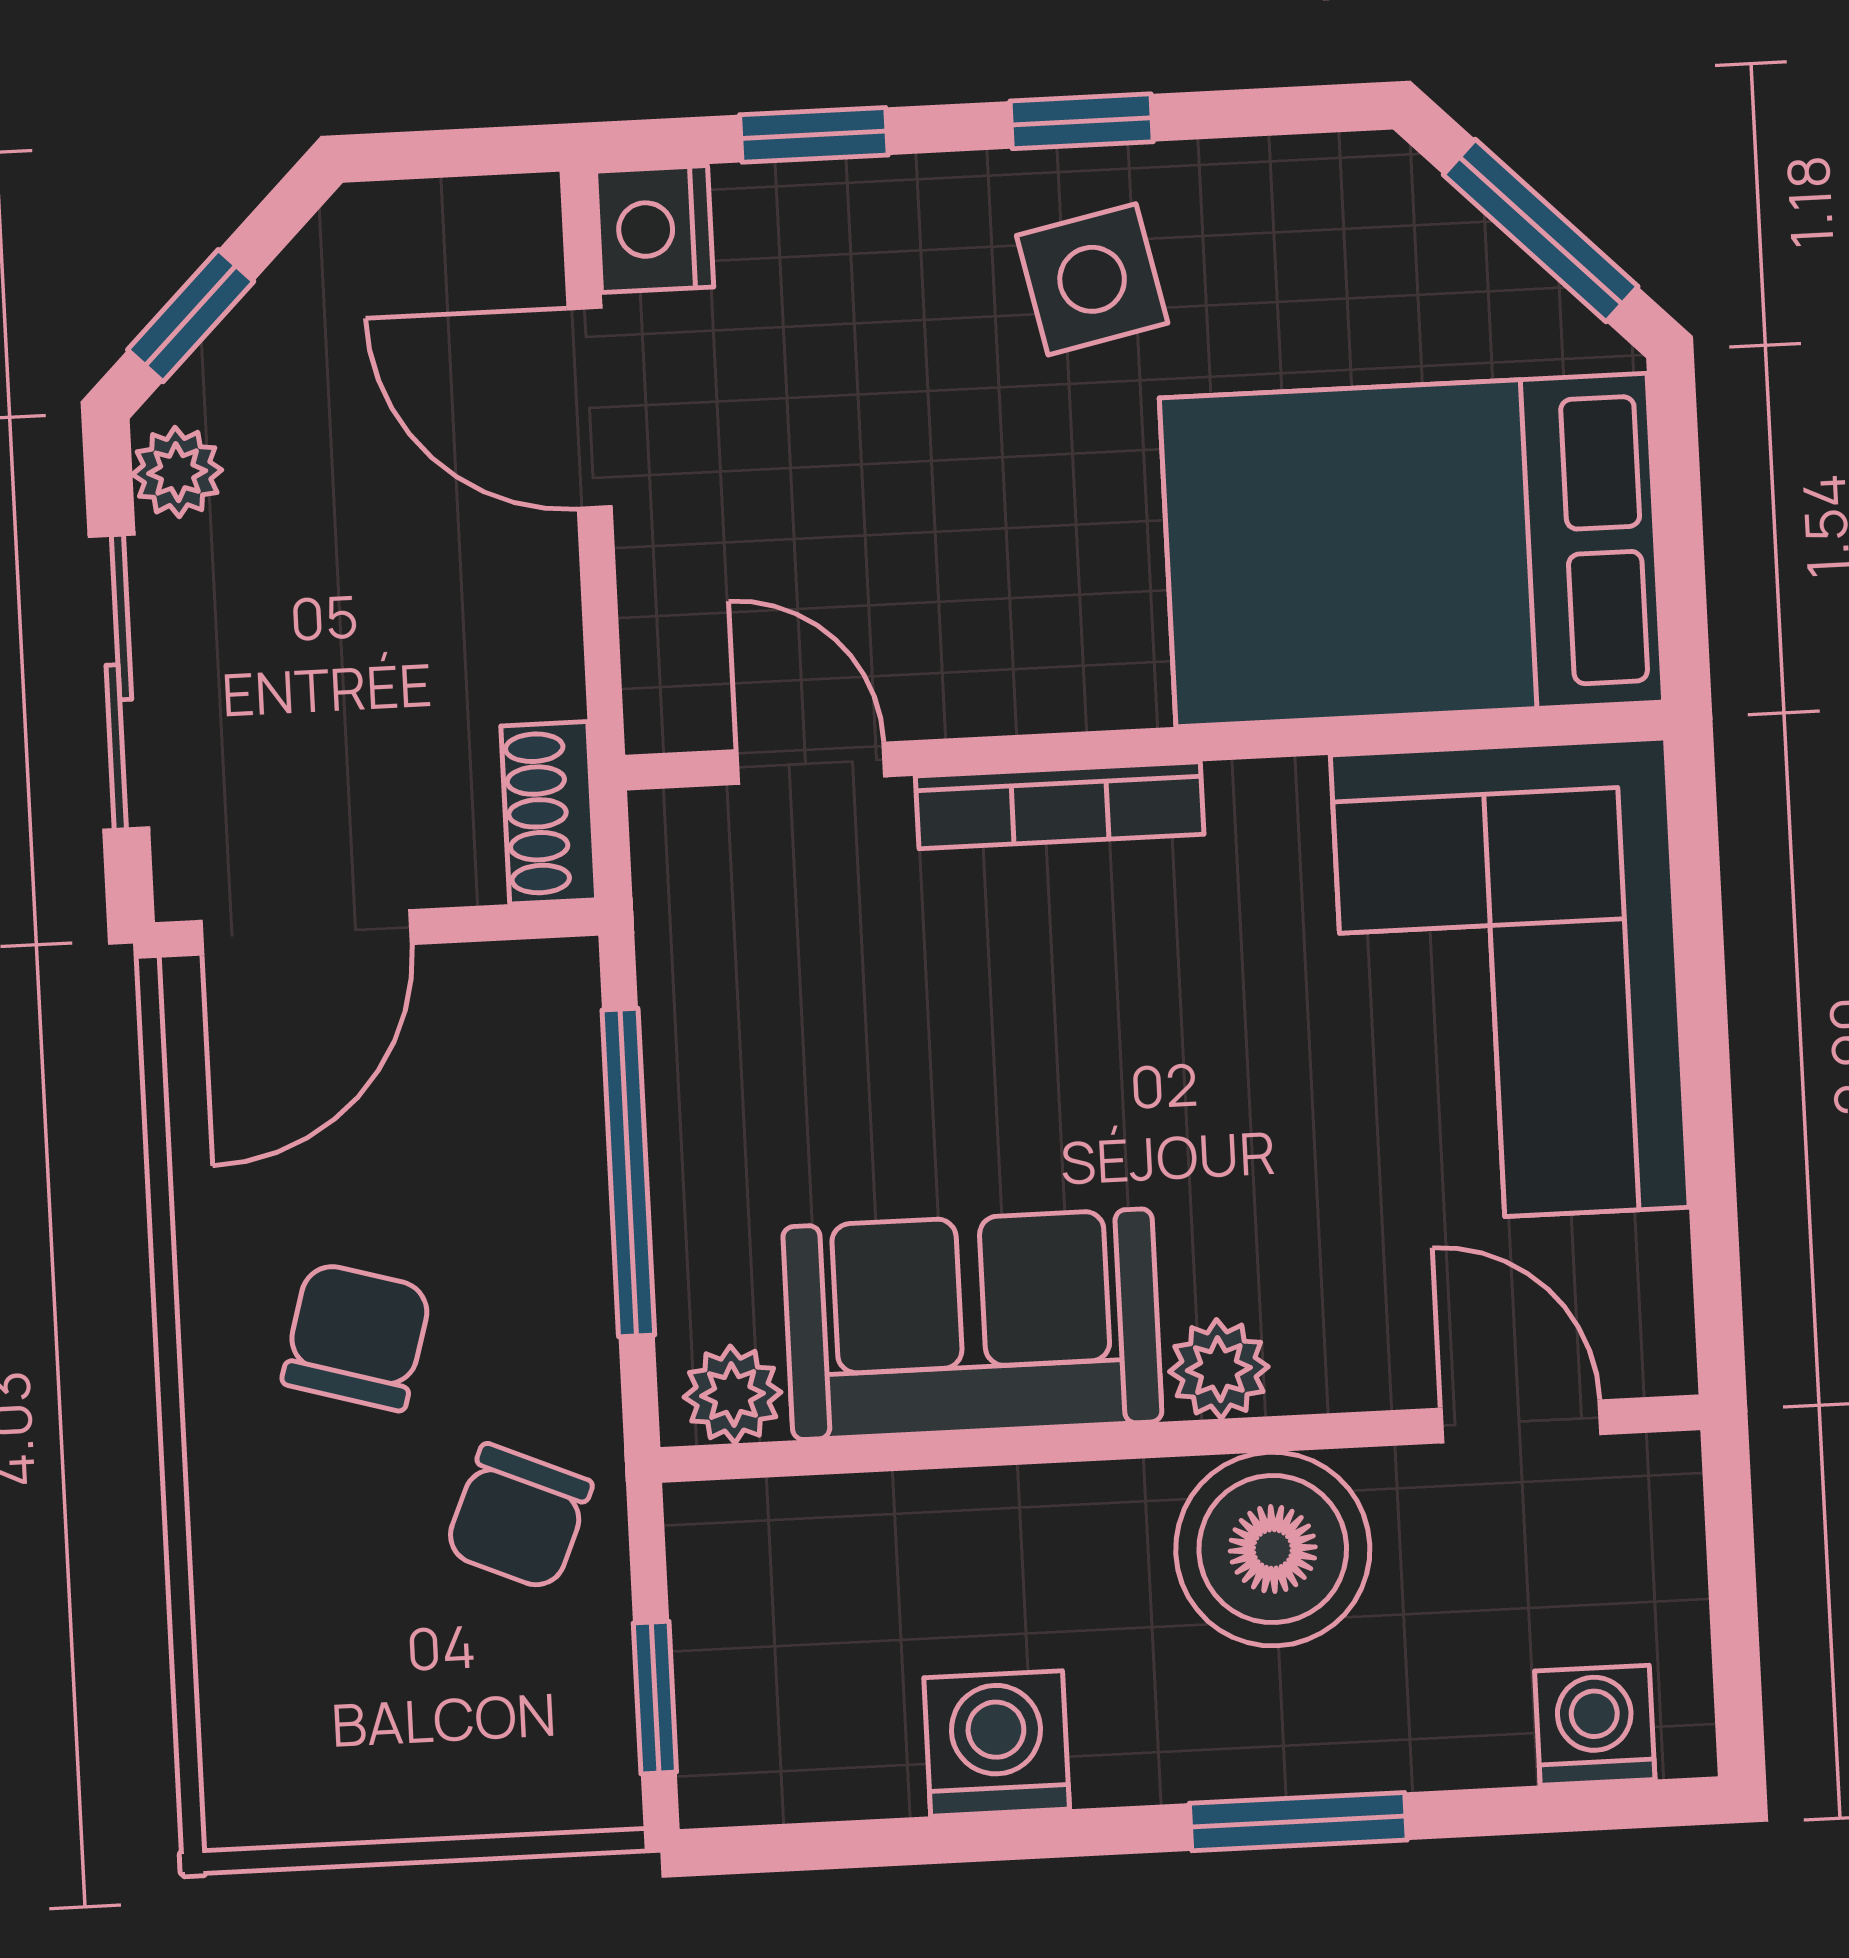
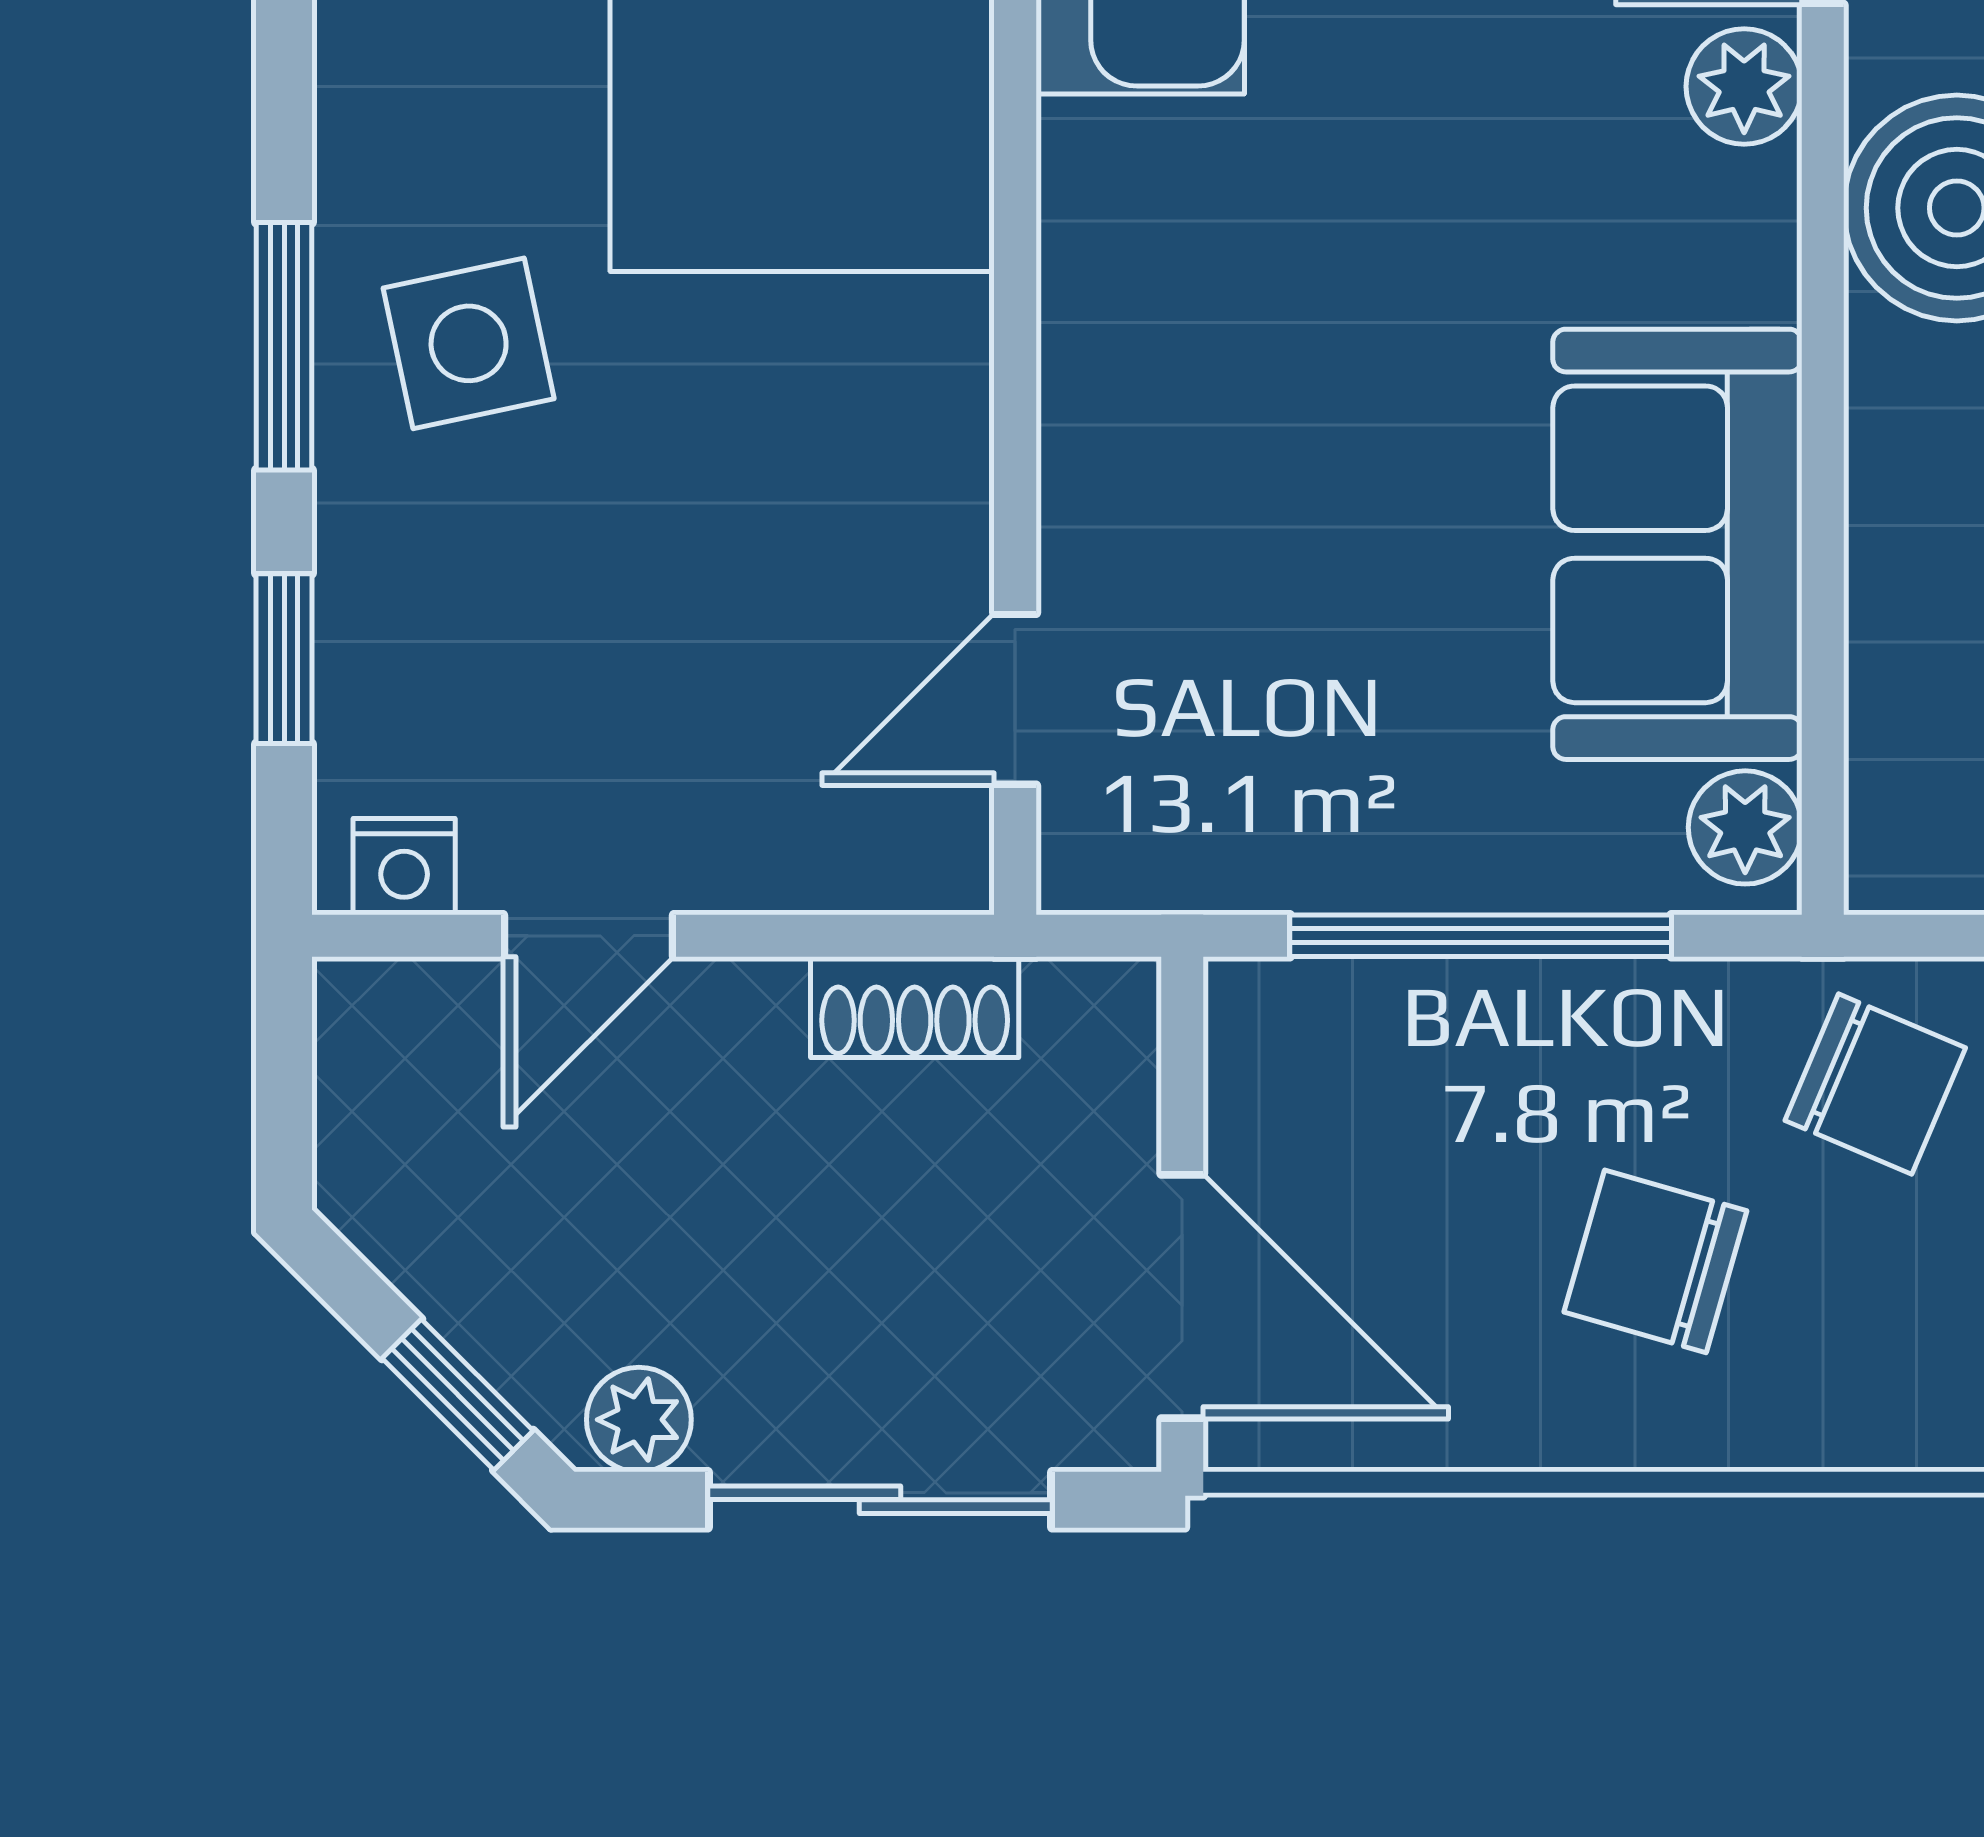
window: (1082, 121) -> (284, 346), width x1.50
nightstand: (655, 229) -> (404, 867), width x0.72, depth x0.74
door: (590, 408) -> (588, 936), width x0.73
bookcase: (1060, 805) -> (1079, 412), removed
shoe rack: (549, 813) -> (915, 1007), moved
plant: (1219, 1369) -> (1744, 86), moved

